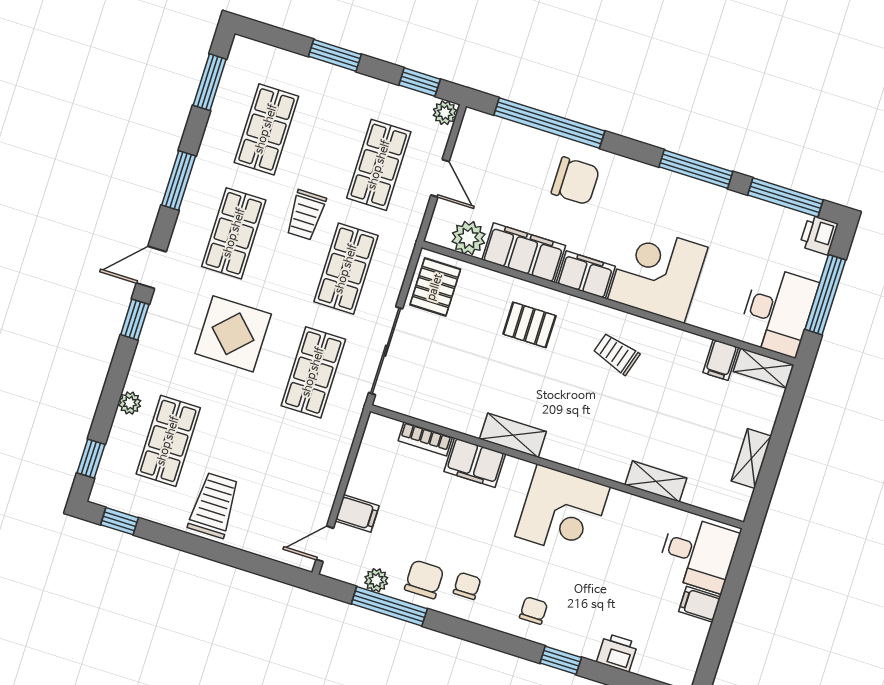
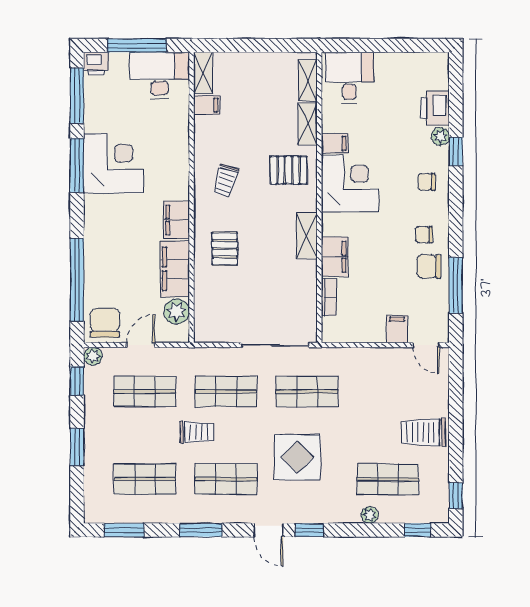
chair: (575, 181) -> (105, 323), moved
corner desk: (658, 273) -> (113, 163), moved, turned 180
pallet: (435, 287) -> (289, 170), moved
shelving: (751, 458) -> (308, 80), moved, turned 90
plant: (376, 580) -> (440, 136), moved
filing cabinet: (700, 604) -> (335, 143), moved, turned -90
printer: (617, 653) -> (435, 108), width x1.36, depth x1.24

